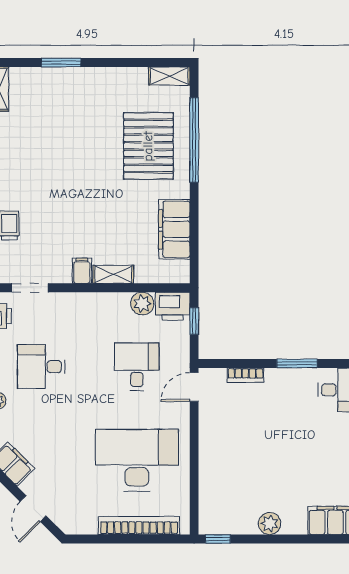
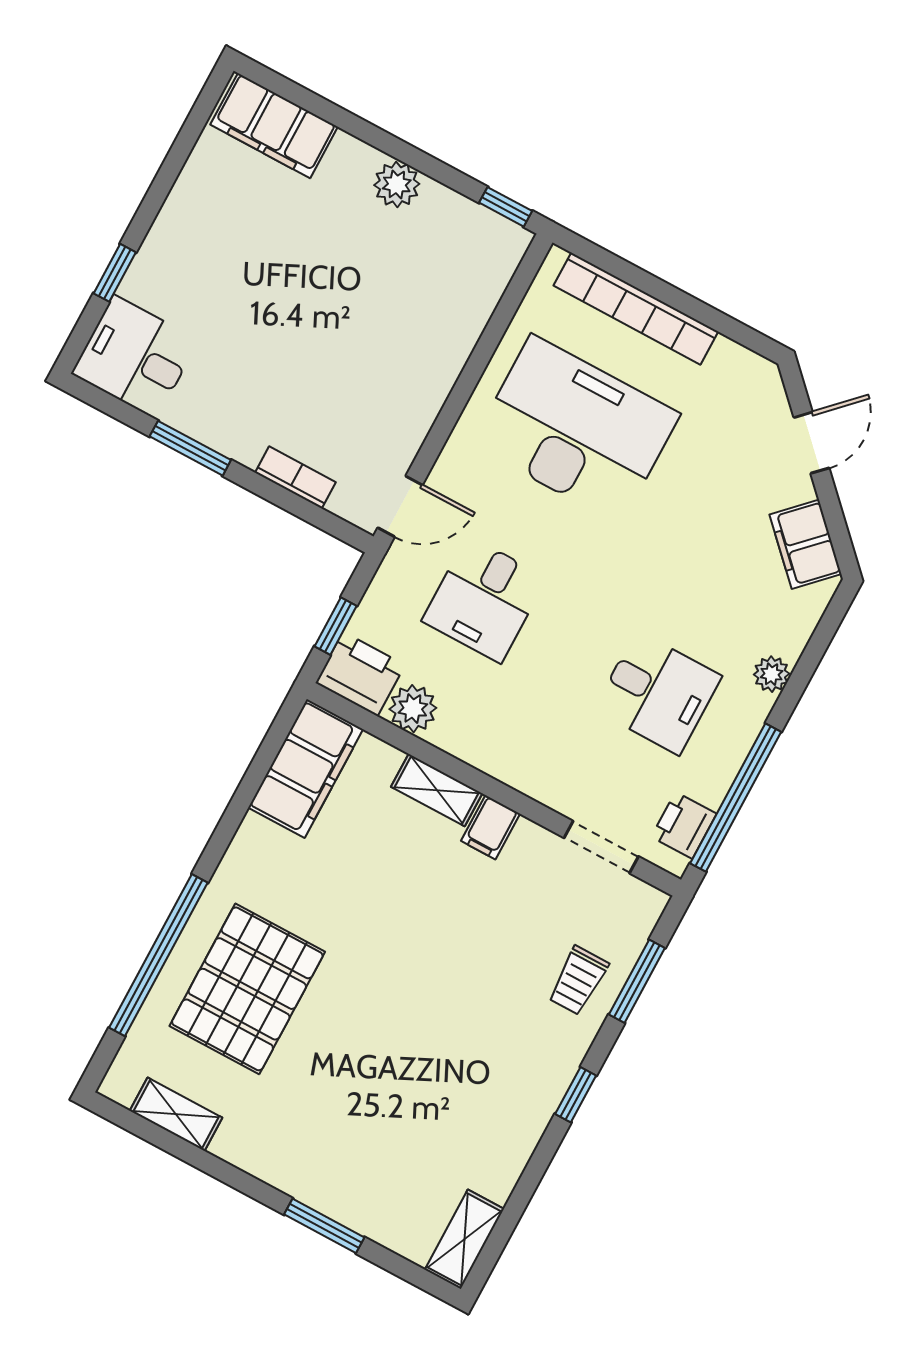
shelving: (169, 76) -> (176, 1114), moved
filing cabinet: (174, 229) -> (306, 768), moved
desk: (137, 460) -> (576, 429), turned 180

